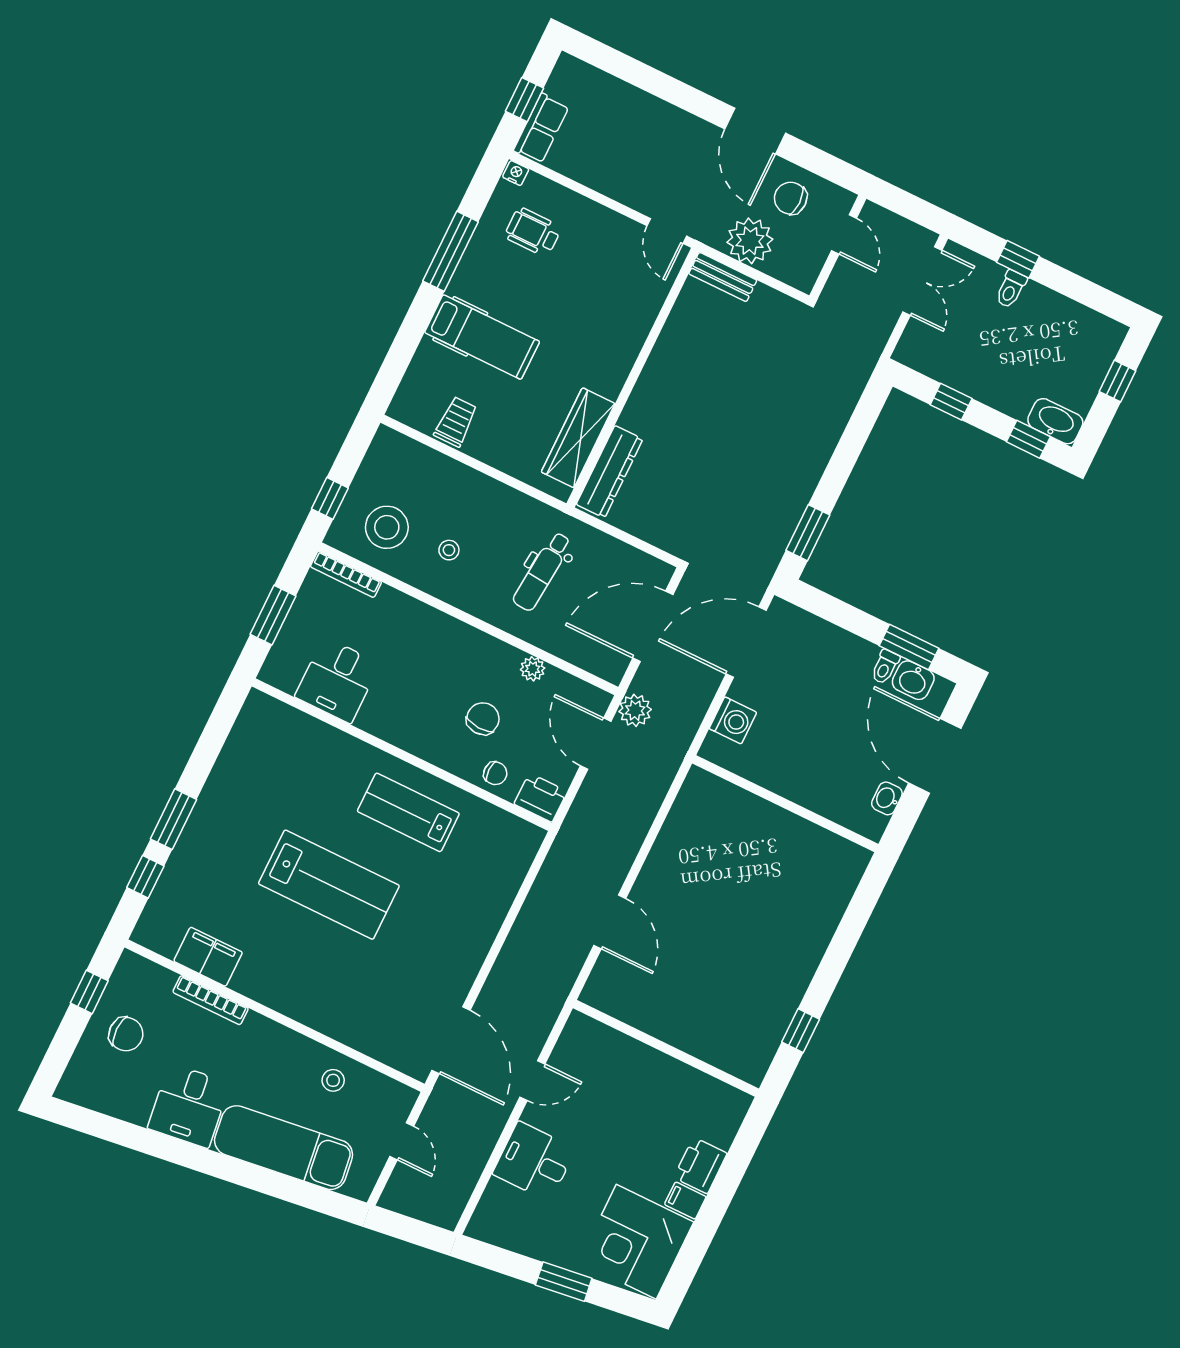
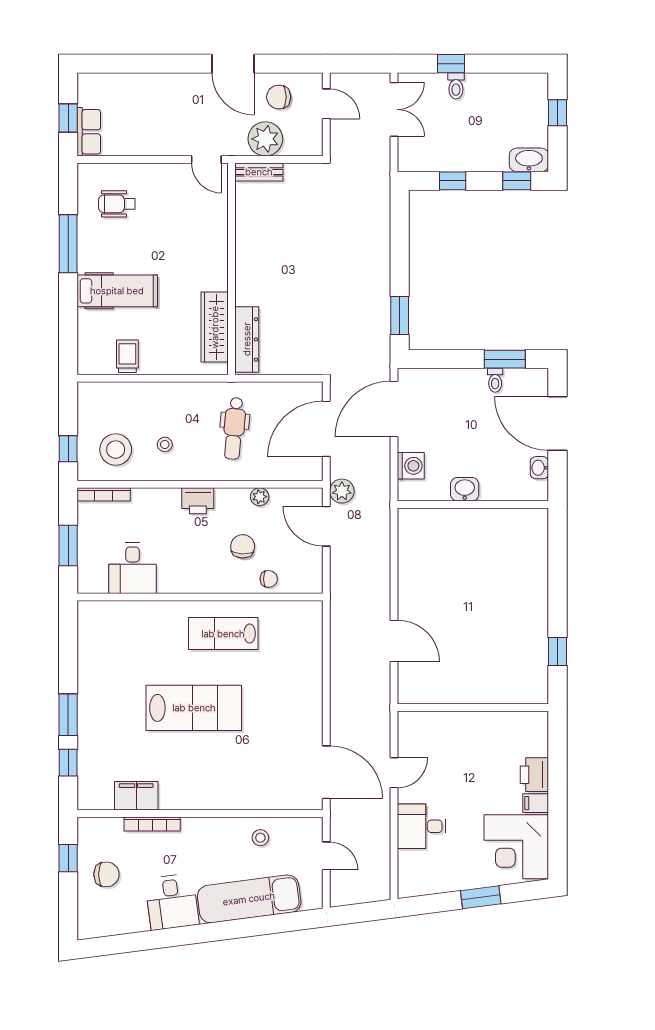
nightstand: (516, 173) -> (86, 170), removed
washbasin: (913, 680) -> (465, 489), moved, turned 180
printer: (541, 798) -> (198, 501), moved, turned 180

